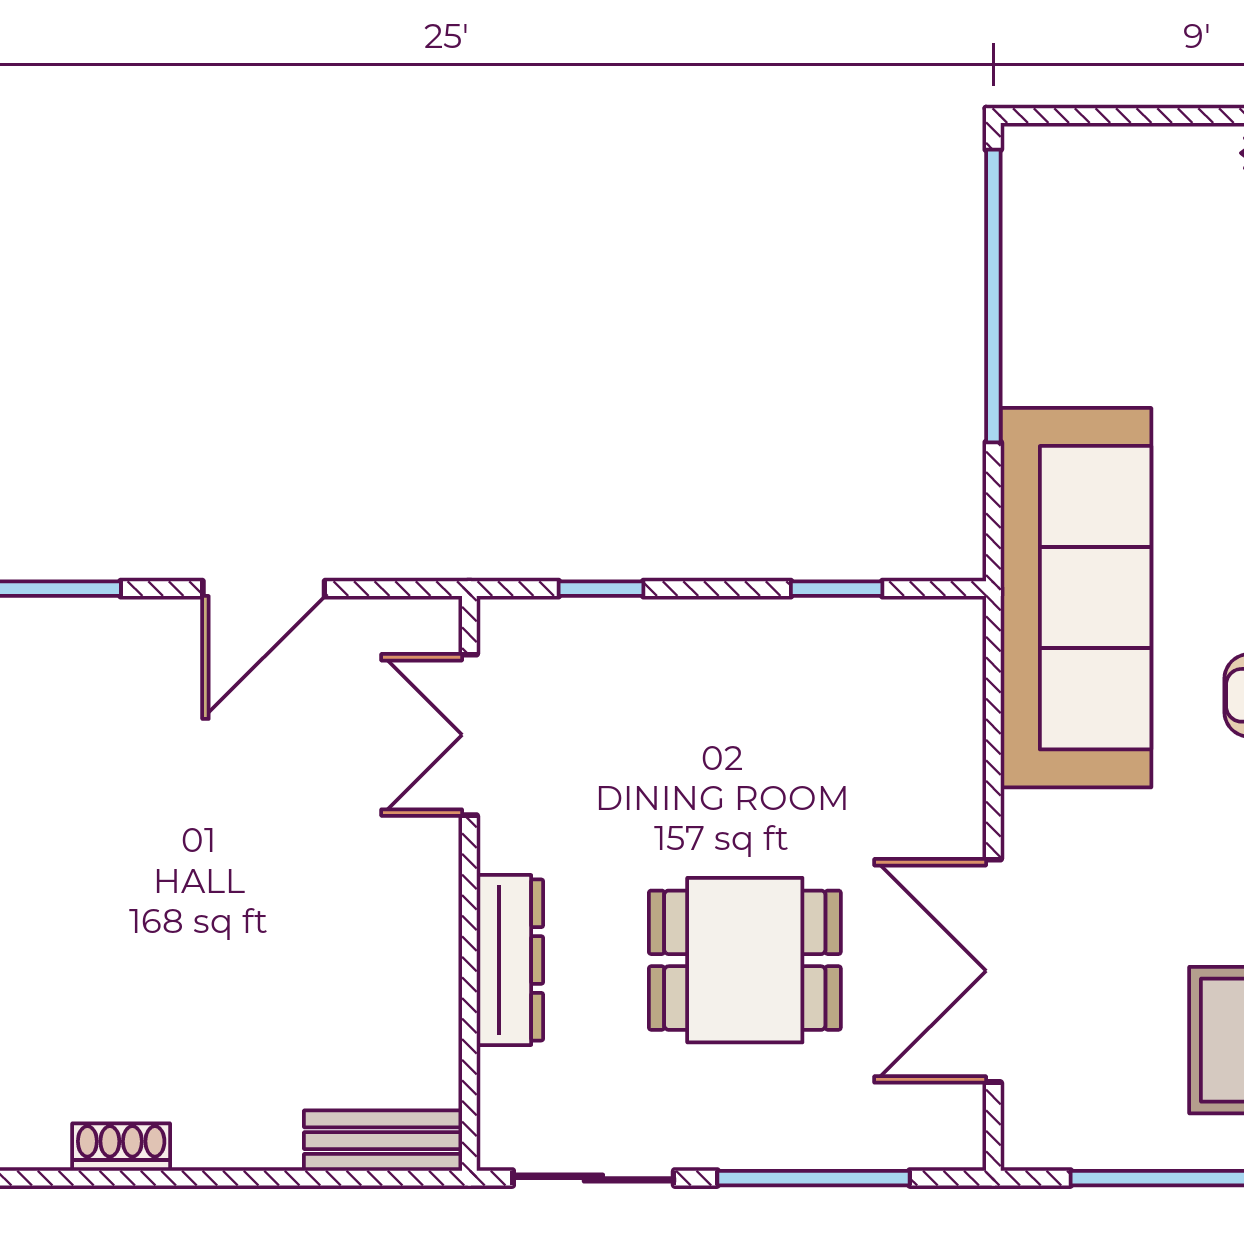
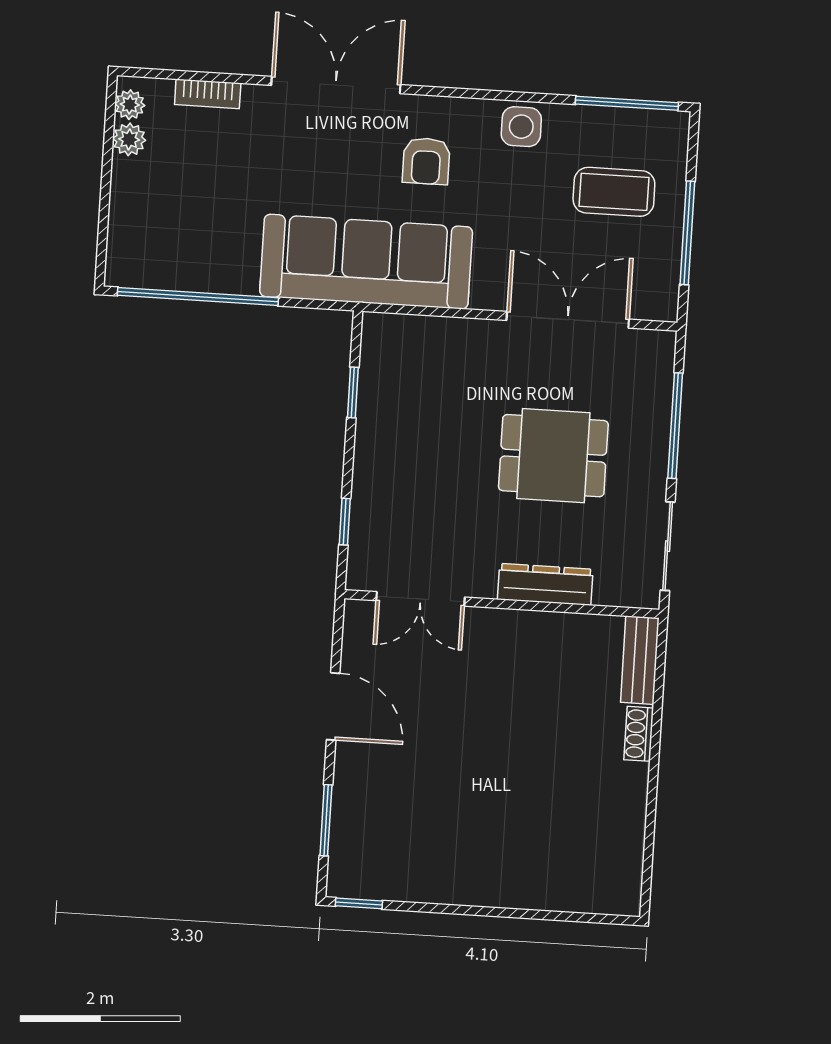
dining table: (745, 960) -> (553, 456), turned 90
double door: (993, 971) -> (568, 320), swing flipped
shoe rack: (121, 1147) -> (639, 734), moved

